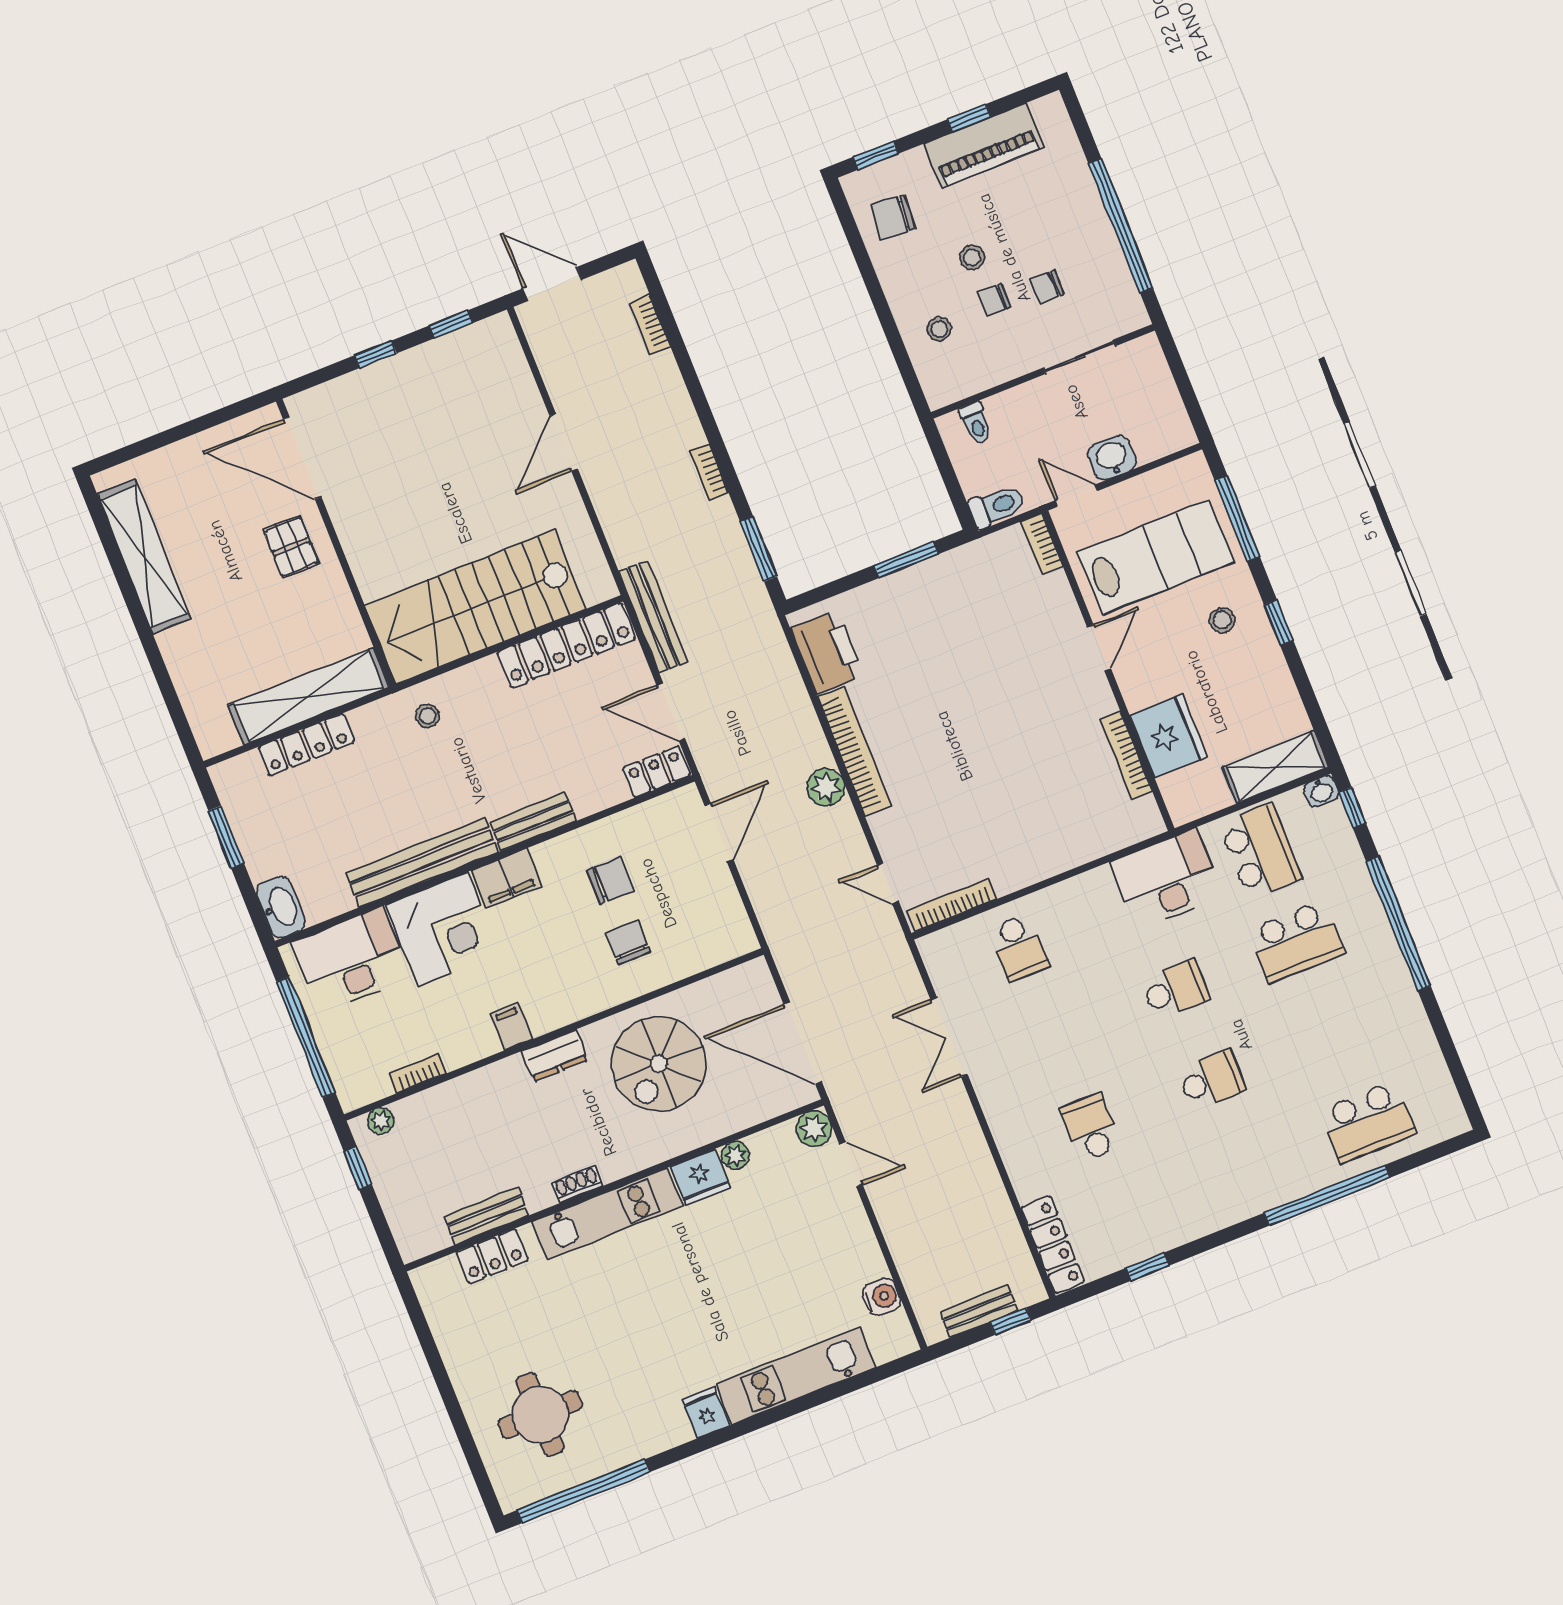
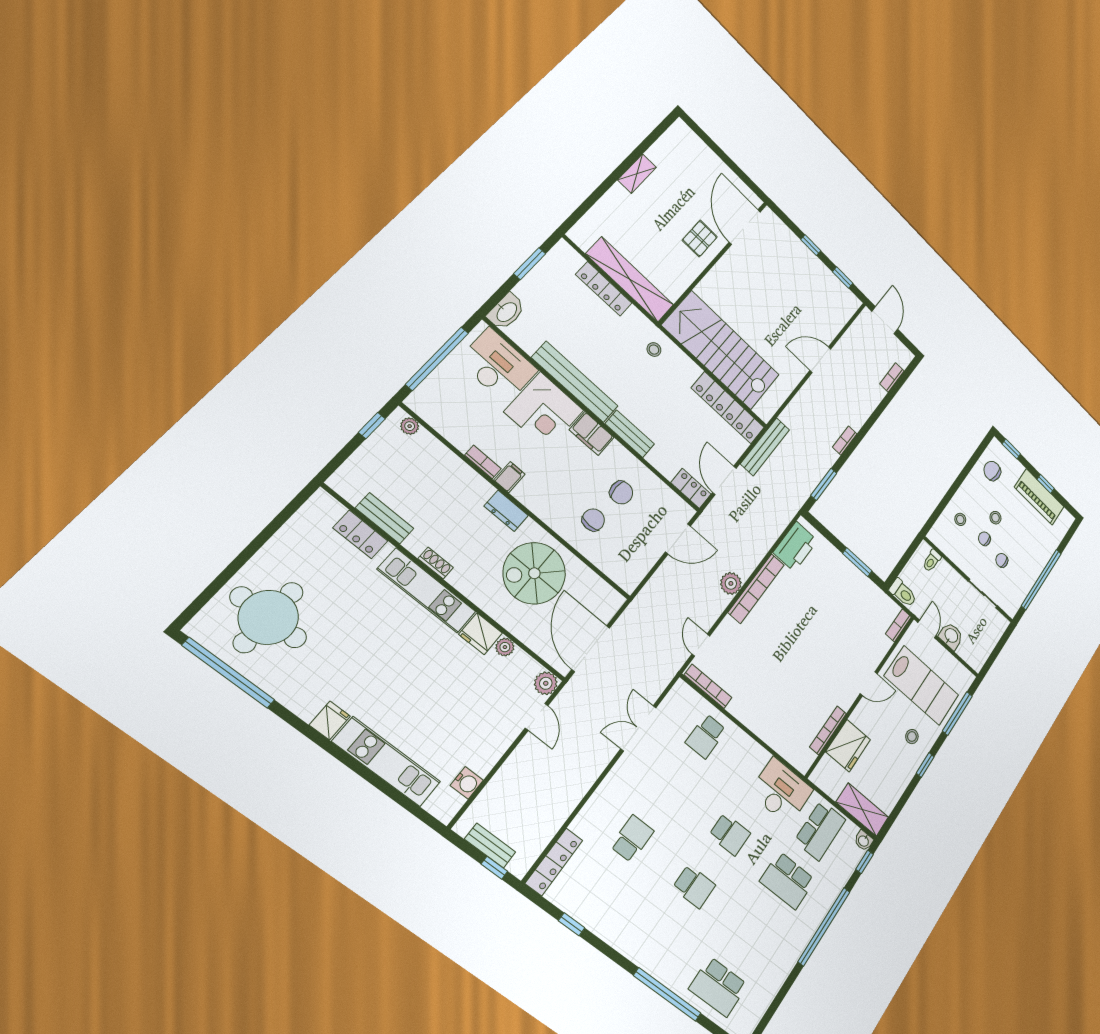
shelving: (144, 556) -> (637, 174), width x0.45, depth x0.75
bookcase: (418, 1073) -> (483, 462), moved
round table: (540, 1414) -> (268, 617), width x1.36, depth x1.36

